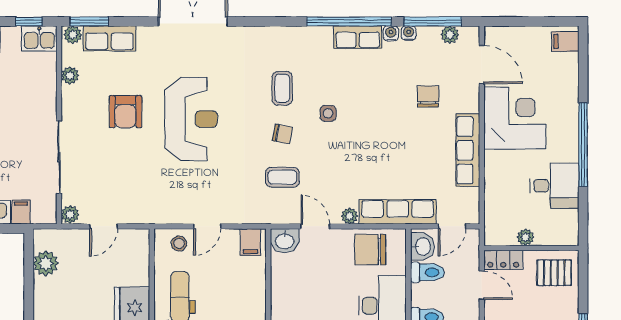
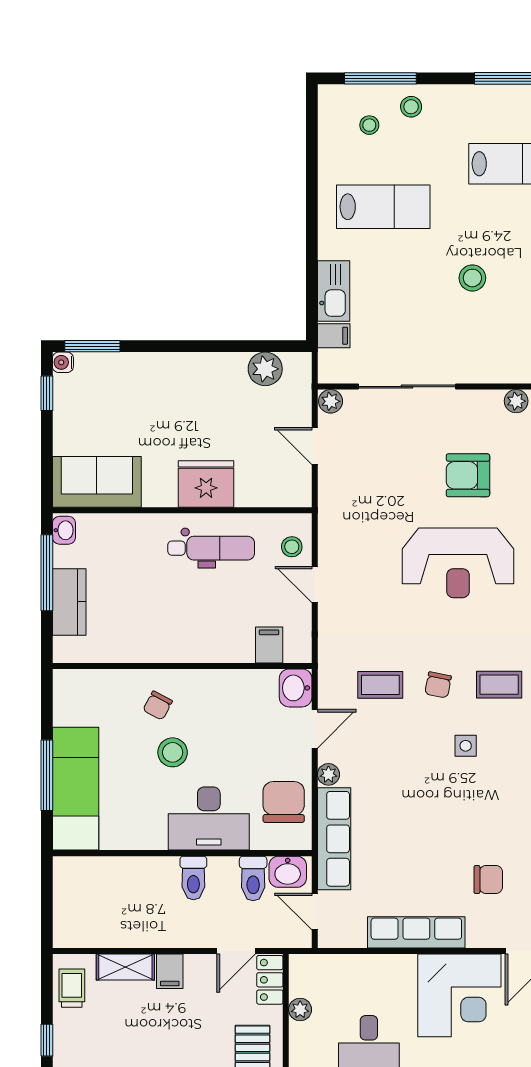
coffee table: (282, 177) -> (380, 685), turned 90
filing cabinet: (250, 242) -> (269, 645), moved, turned 90

